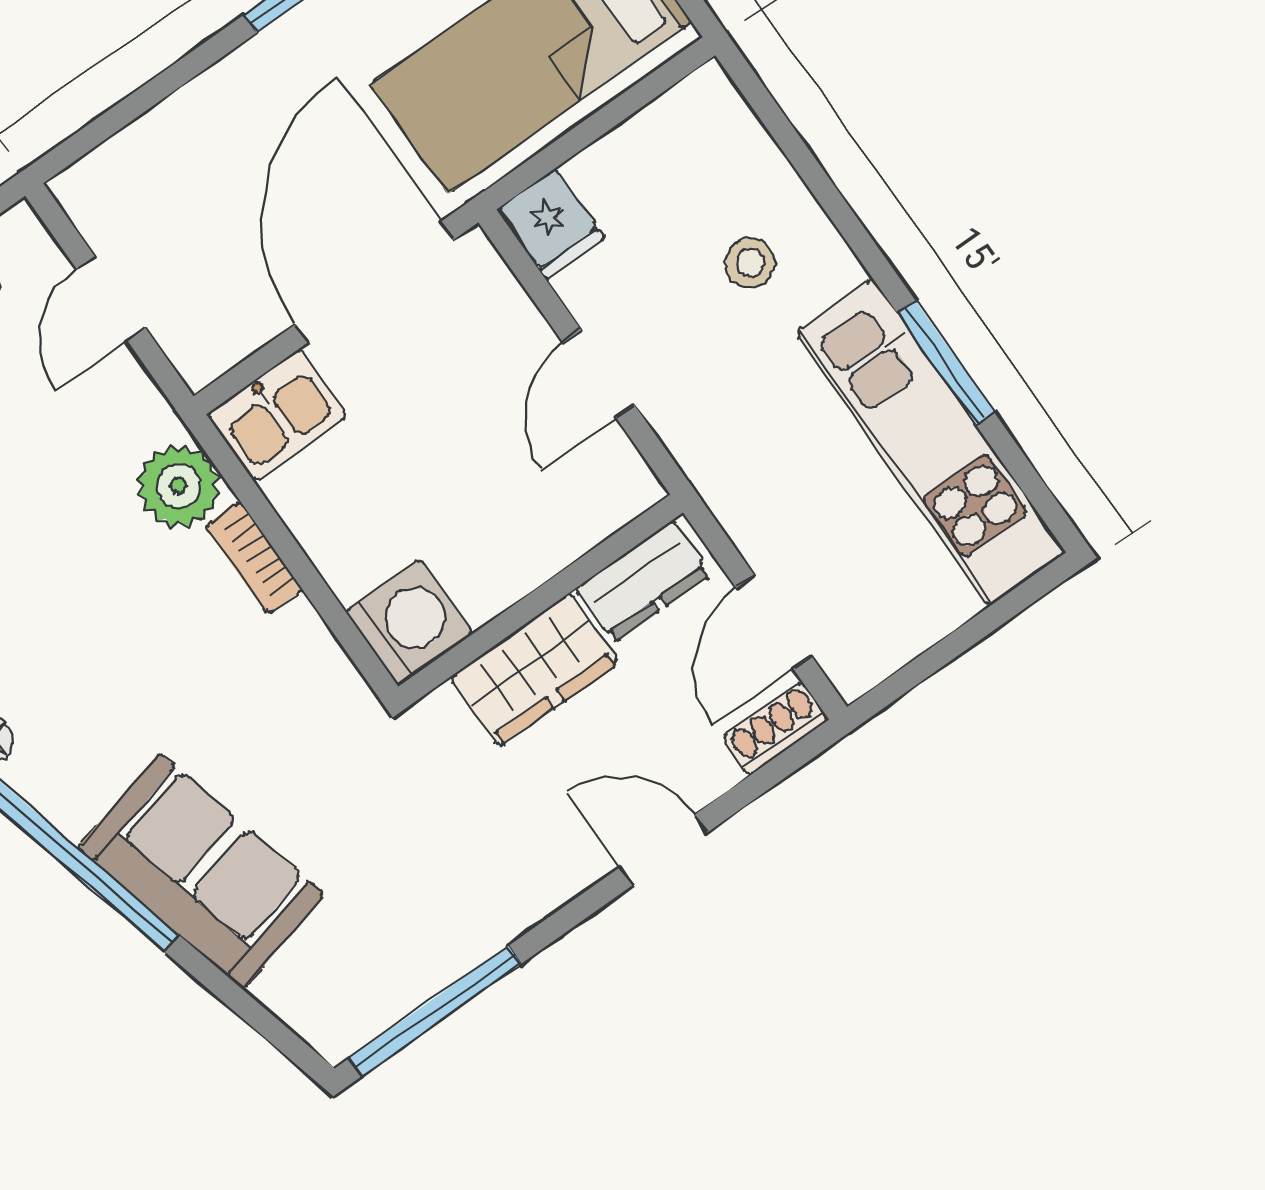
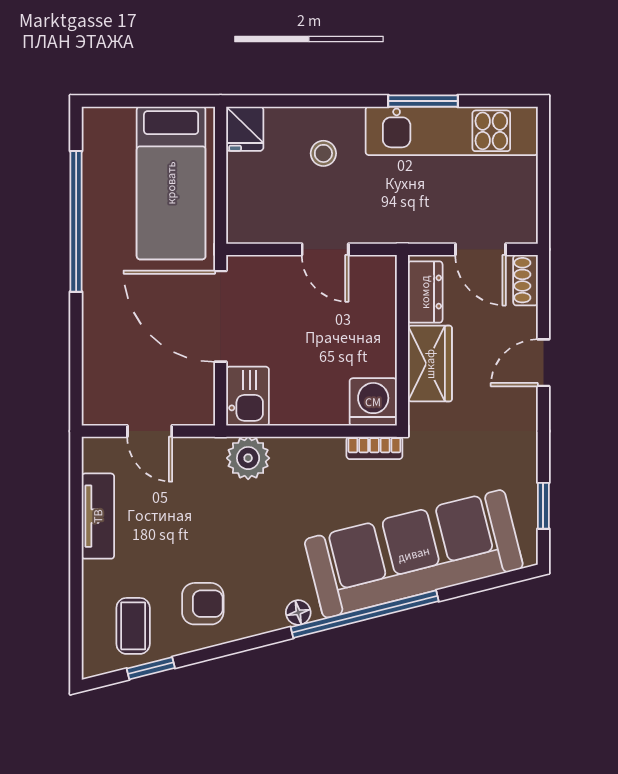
fridge: (551, 224) -> (245, 129), moved, turned 90
bookcase: (254, 558) -> (374, 448), moved
sofa: (201, 871) -> (414, 554), width x1.85, depth x1.27
window: (435, 1011) -> (543, 506), width x0.46

